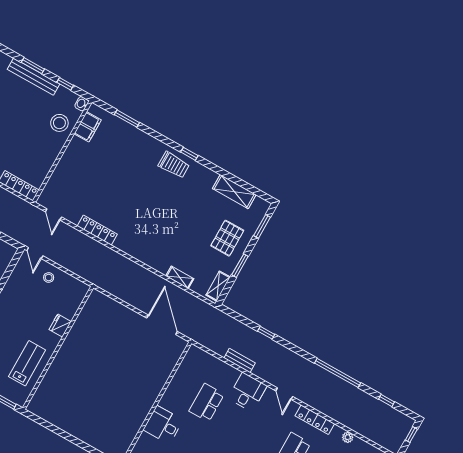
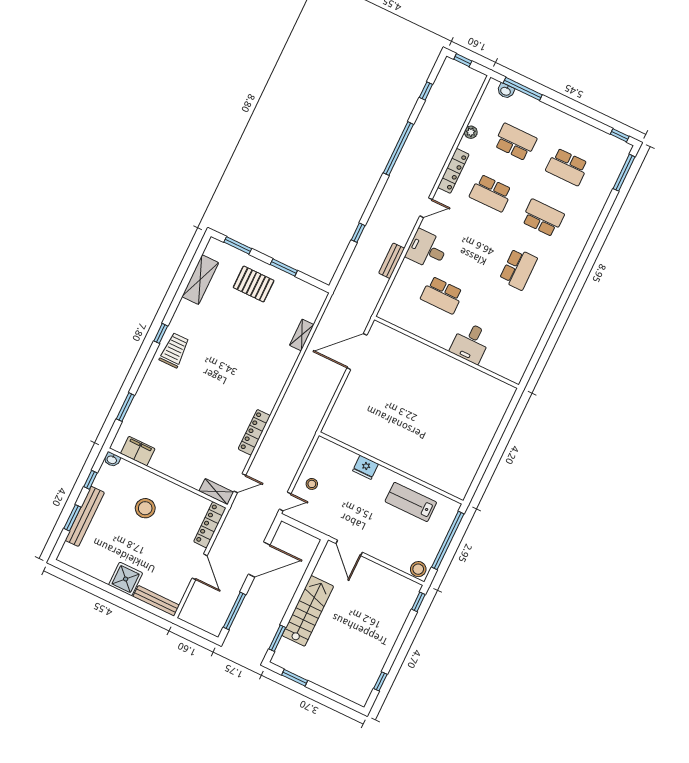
stool: (59, 123) -> (145, 508), moved
shelving: (218, 286) -> (216, 492), moved

